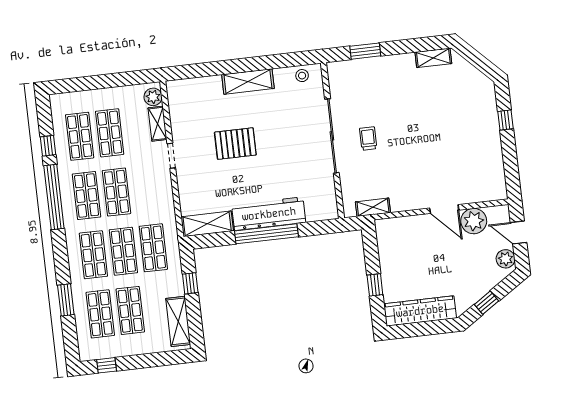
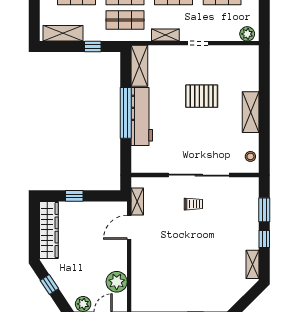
window: (401, 47) -> (264, 239), added
shelving: (157, 124) -> (165, 35), moved
pallet: (235, 144) -> (202, 96), turned 90
door: (444, 209) -> (129, 227), moved

